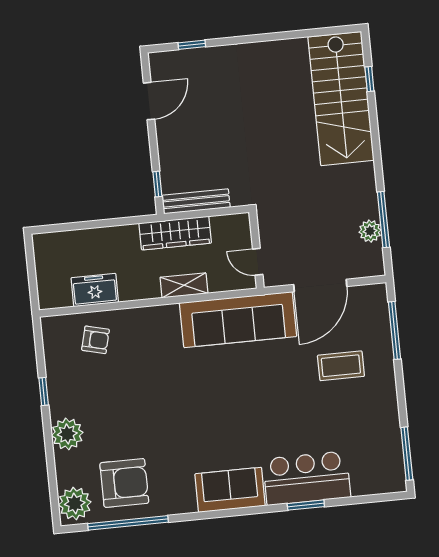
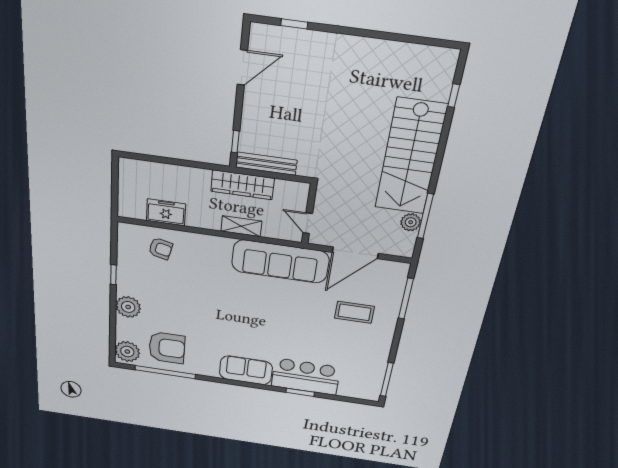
stairs: (341, 99) -> (410, 157), moved

